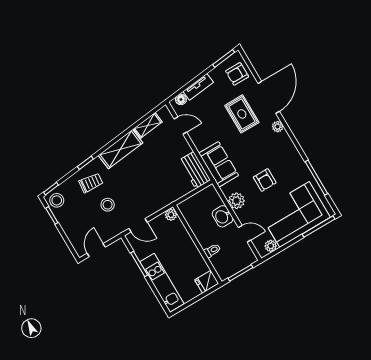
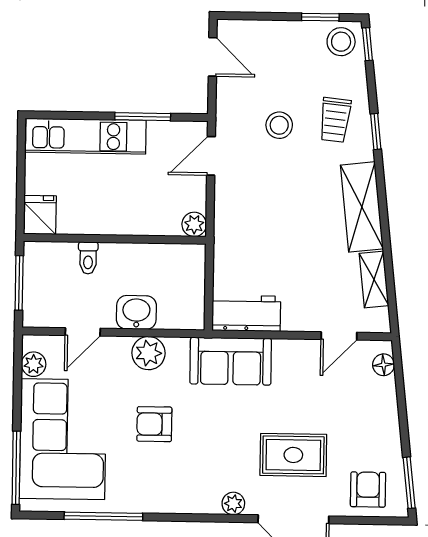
tv unit: (198, 87) -> (387, 408), removed

